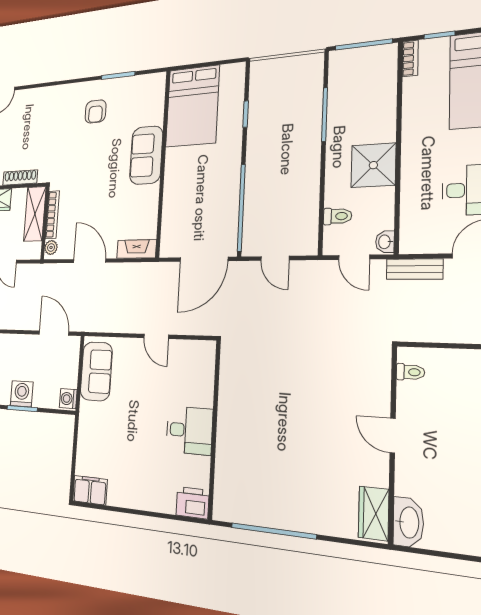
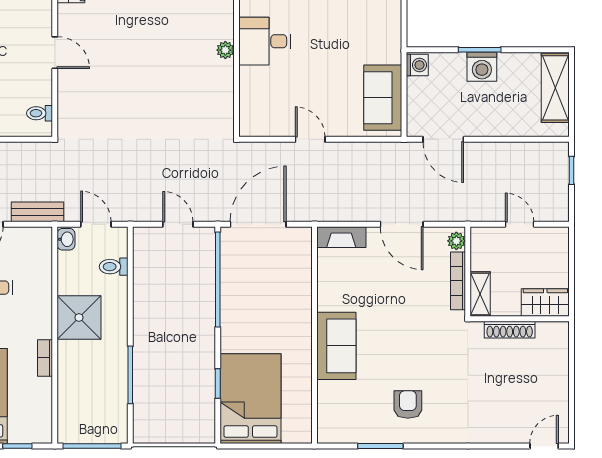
bookcase: (410, 58) -> (45, 358), moved
bed: (192, 106) -> (250, 399), moved
shelving: (35, 214) -> (480, 294), width x0.67, depth x0.75
plant: (224, 425) -> (225, 50), added

